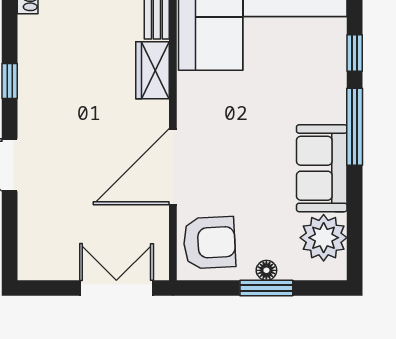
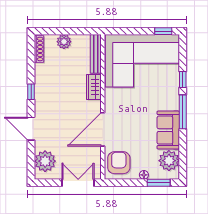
plant: (41, 239) -> (45, 161), added
armchair: (209, 243) -> (119, 163), turned -87
window: (266, 288) -> (159, 183), moved

